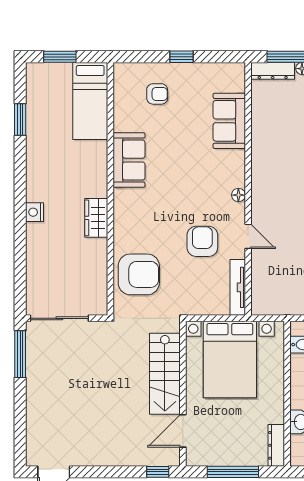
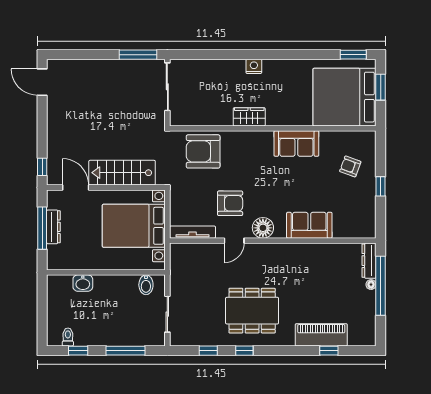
armchair: (157, 94) -> (350, 166), turned 110
bed: (90, 101) -> (345, 97), width x2.04
window: (20, 120) -> (353, 55), moved
sofa: (229, 121) -> (309, 225), moved
floor lamp: (238, 195) -> (263, 228), width x1.89, depth x1.89
armchair: (139, 274) -> (203, 151), turned 90
dresser: (276, 445) -> (53, 227), moved, turned 90

